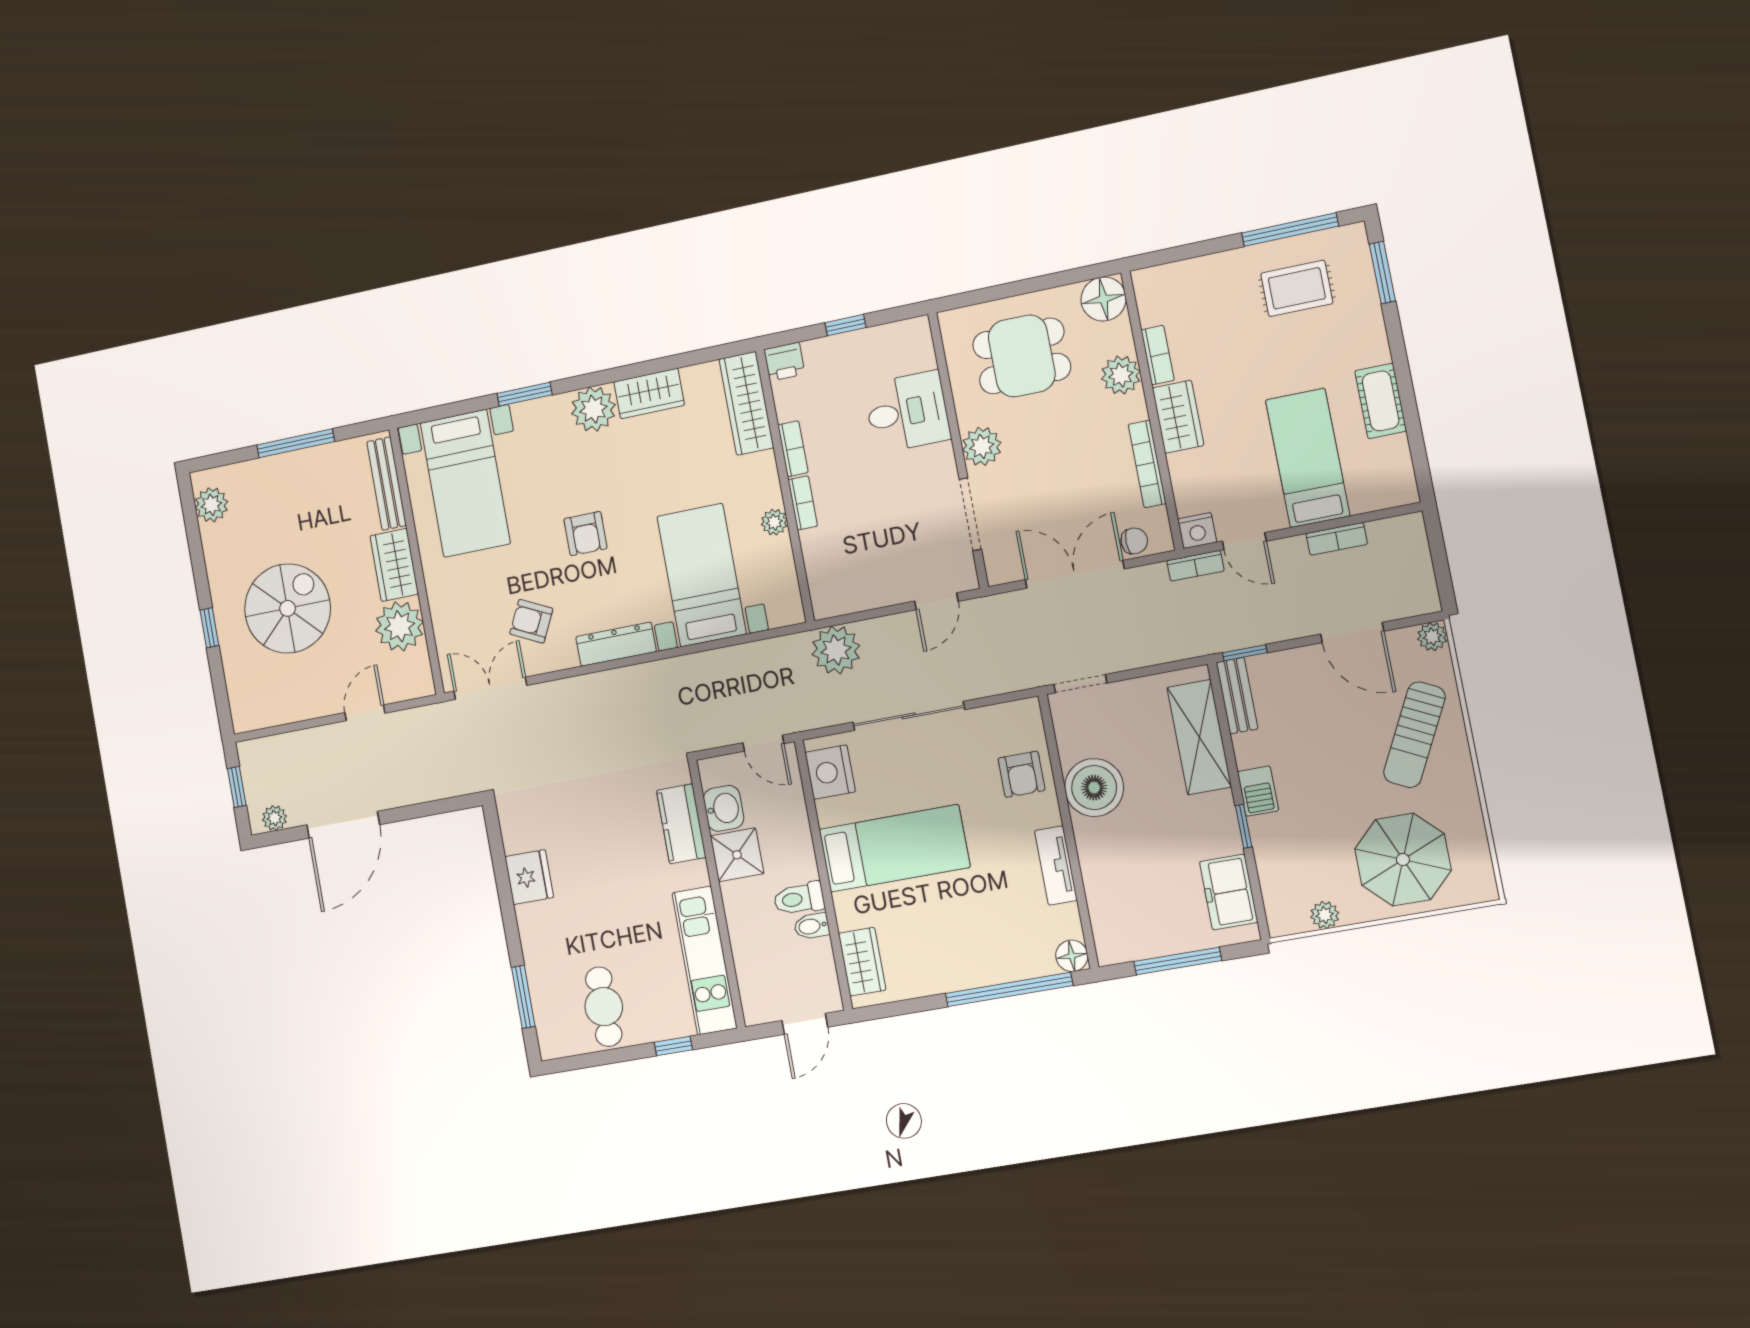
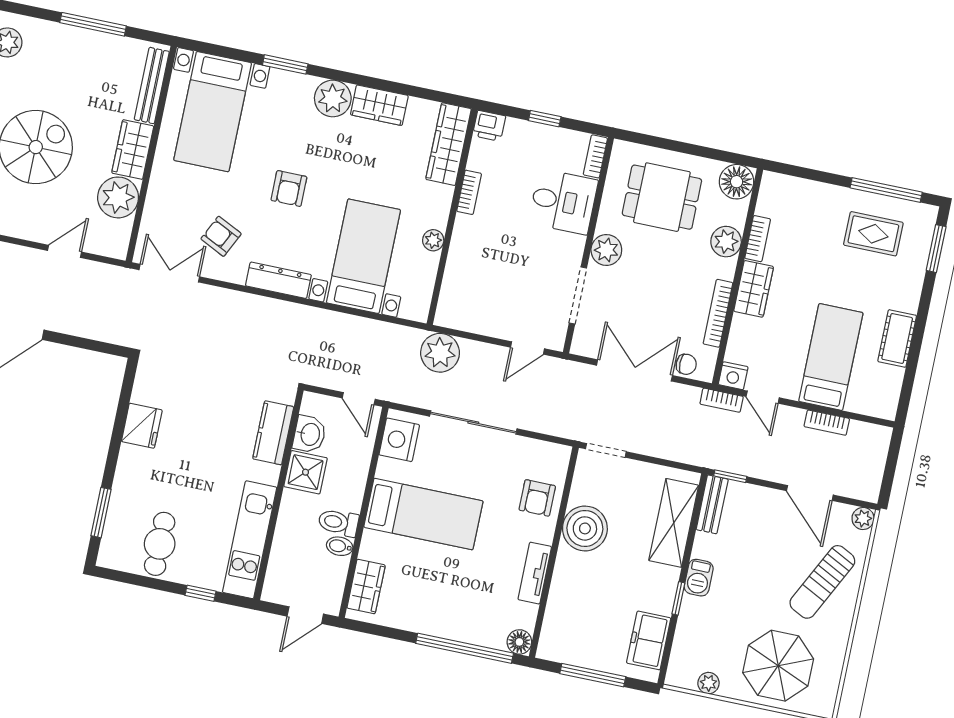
bookcase: (803, 503) -> (595, 156), moved, turned 180

